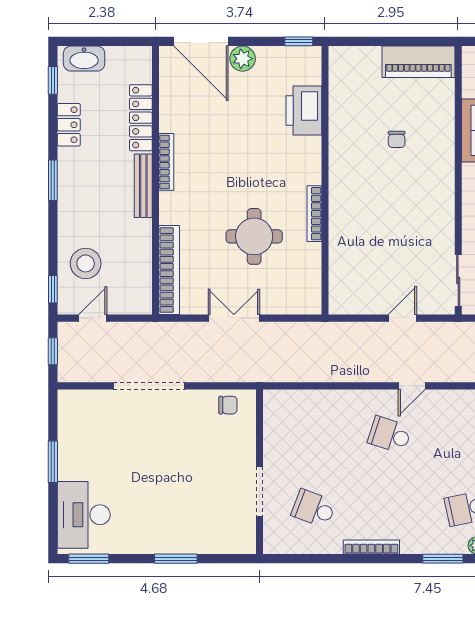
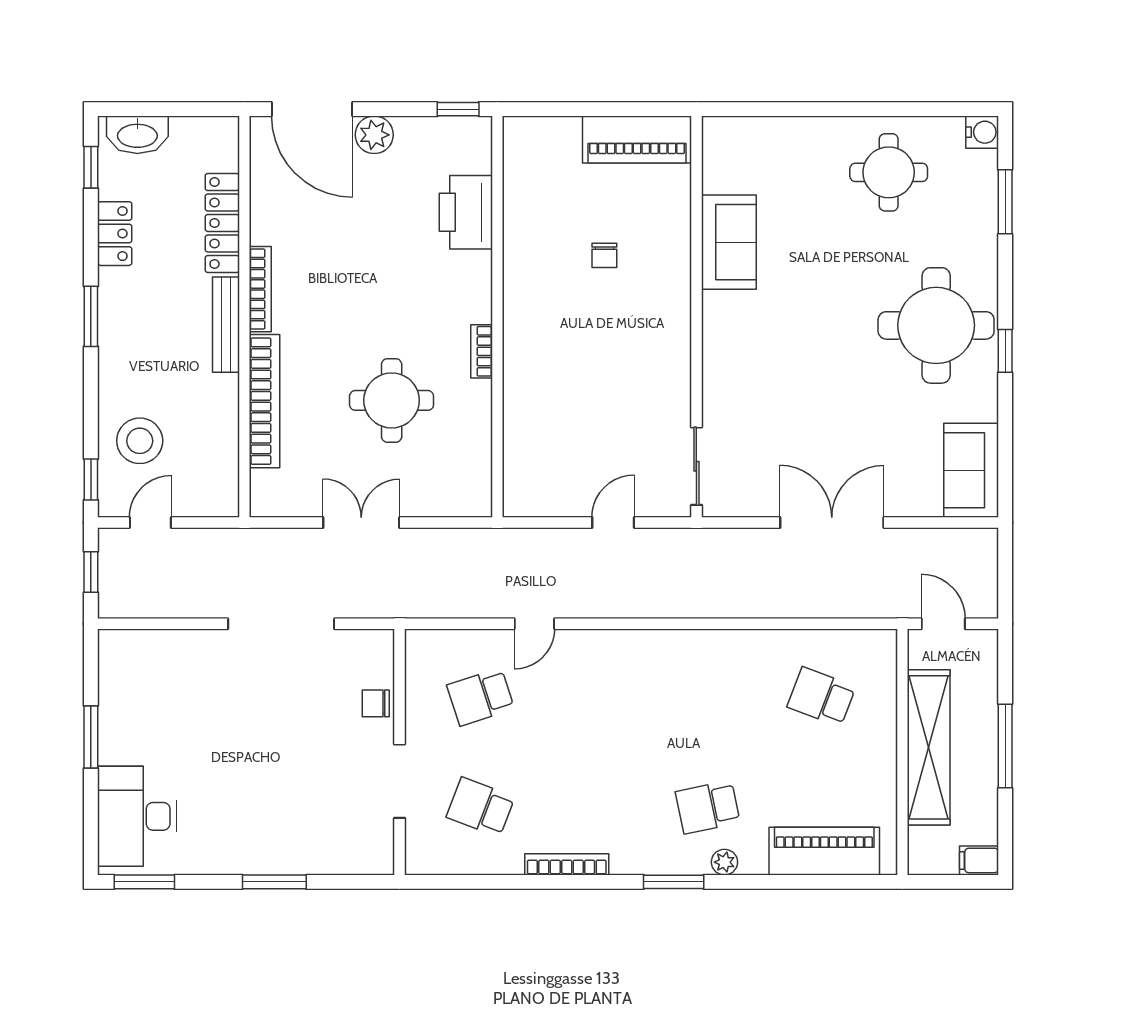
bookcase: (314, 214) -> (482, 351), width x0.64
bookcase: (169, 270) -> (265, 401), moved
doorway: (149, 386) -> (281, 624), moved
door: (412, 386) -> (534, 624), moved
chair: (228, 405) -> (376, 703), moved, turned 180
school desk: (390, 435) -> (481, 697), moved, turned -36

